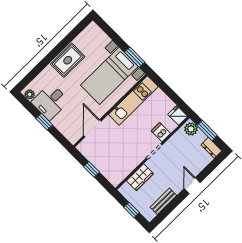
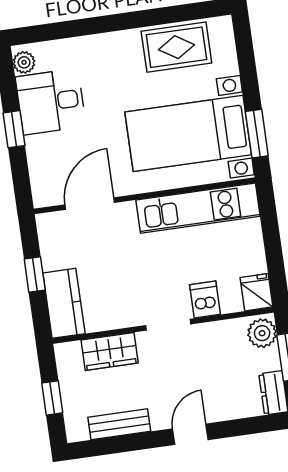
rug: (68, 60) -> (176, 47), moved
kitchen counter: (110, 172) -> (64, 303), added

